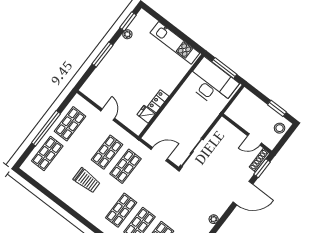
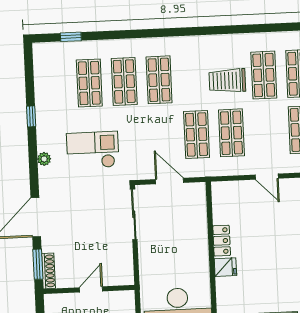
fridge: (146, 114) -> (225, 267), moved
door: (255, 139) -> (91, 289), moved
door: (159, 154) -> (169, 181), swing flipped
shop shelf: (66, 168) -> (264, 75), added
checkout: (185, 203) -> (93, 150), added

